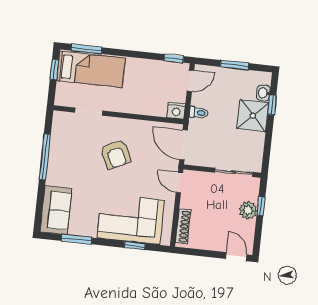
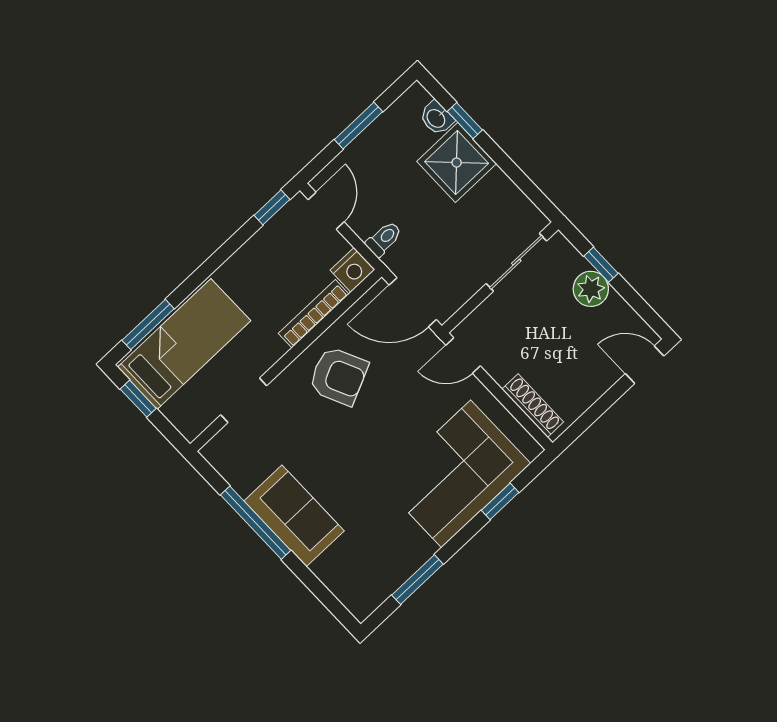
bookcase: (146, 110) -> (314, 314), added
armchair: (116, 154) -> (338, 376), moved
sofa: (56, 210) -> (294, 516), moved

